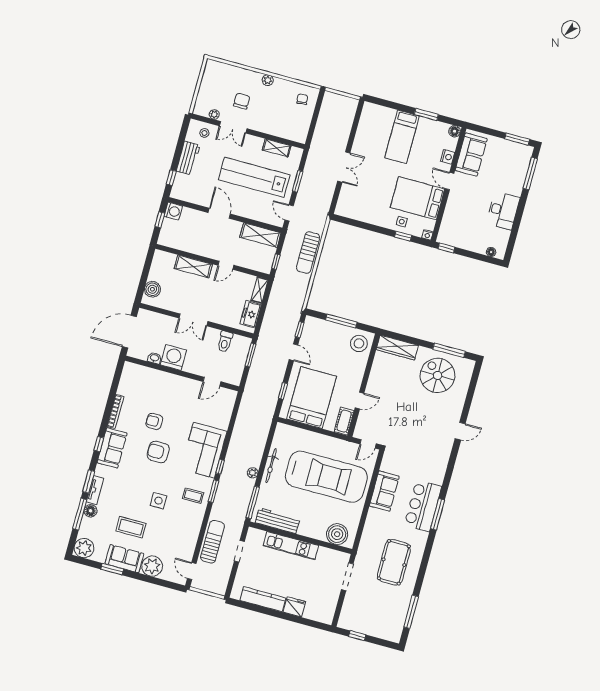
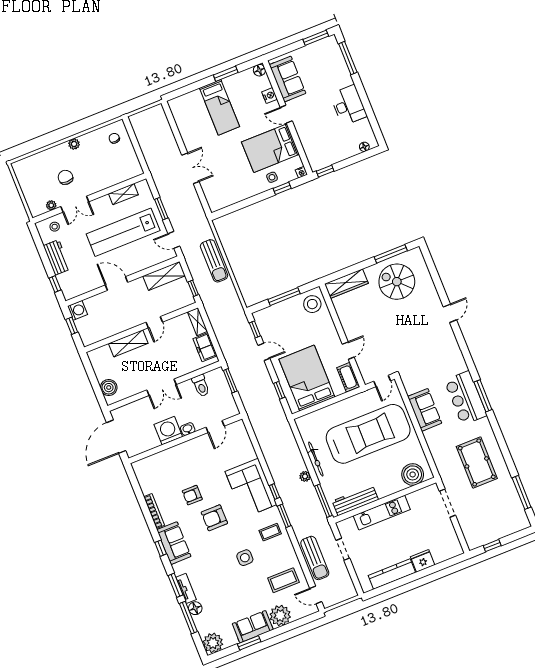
washbasin: (154, 358) -> (188, 429), moved
coffee table: (131, 527) -> (283, 580), moved
sun lounger: (213, 542) -> (315, 558), turned 180

